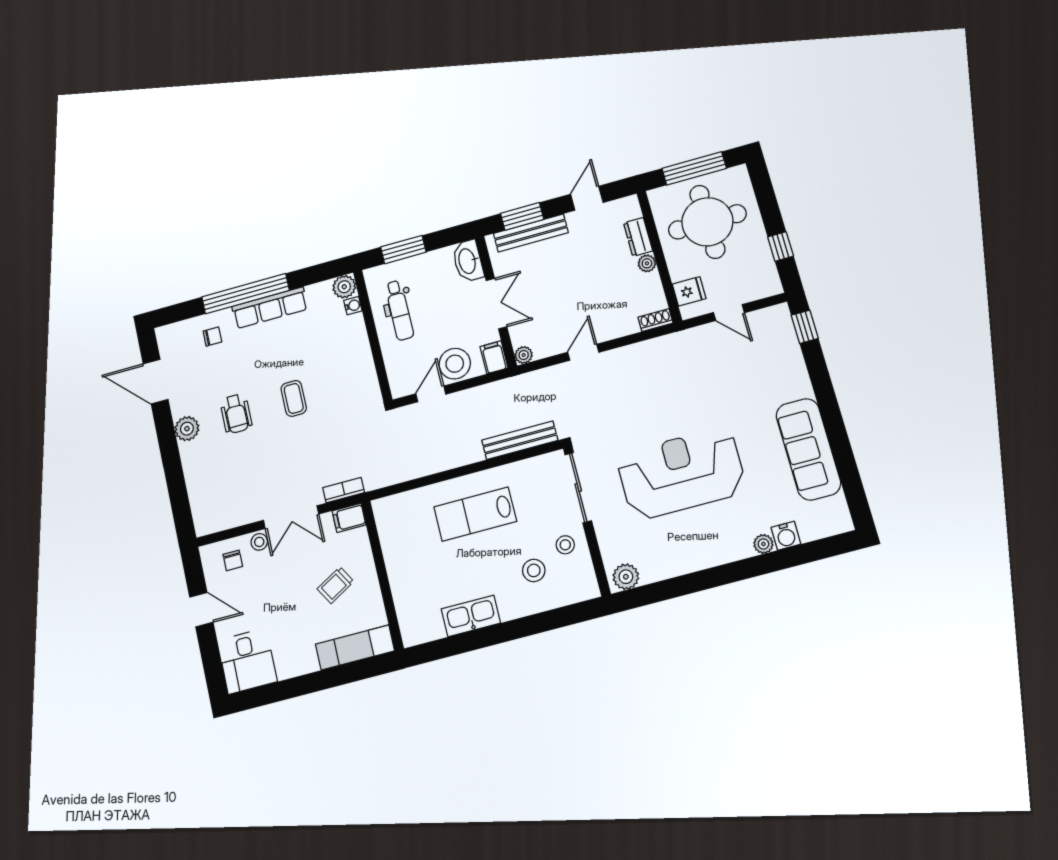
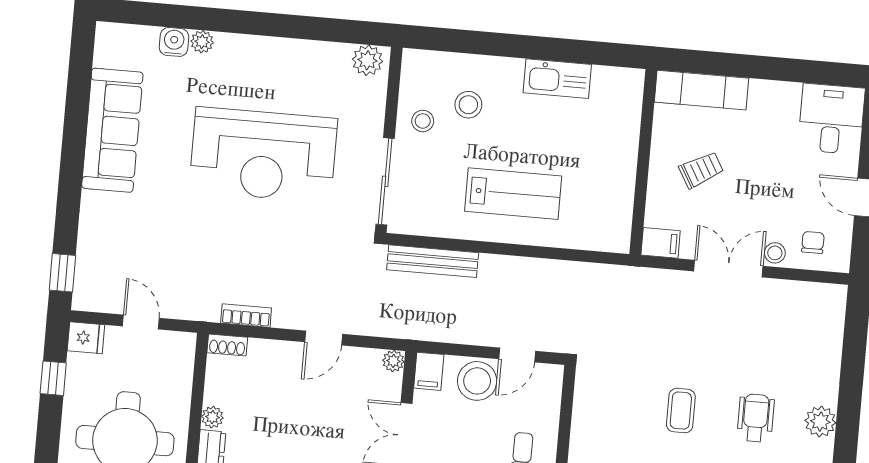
fridge: (689, 291) -> (86, 338), moved, turned 180
bookcase: (344, 490) -> (246, 316), moved, turned 180

